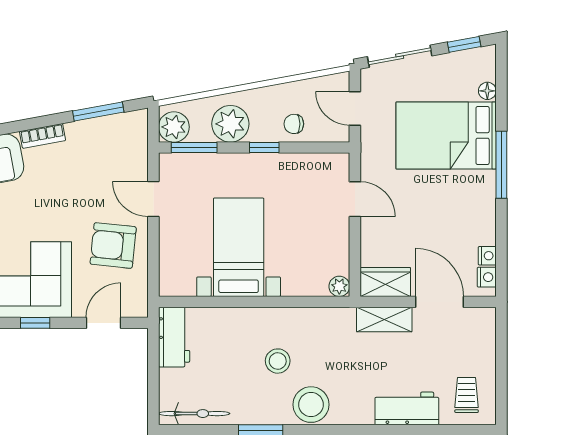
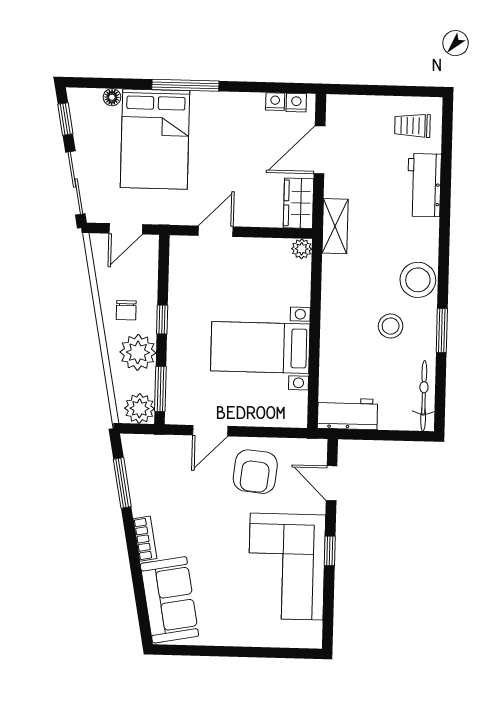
chair: (294, 124) -> (126, 310), moved
shelving: (384, 320) -> (335, 226), moved
stool: (278, 361) -> (391, 326), moved

